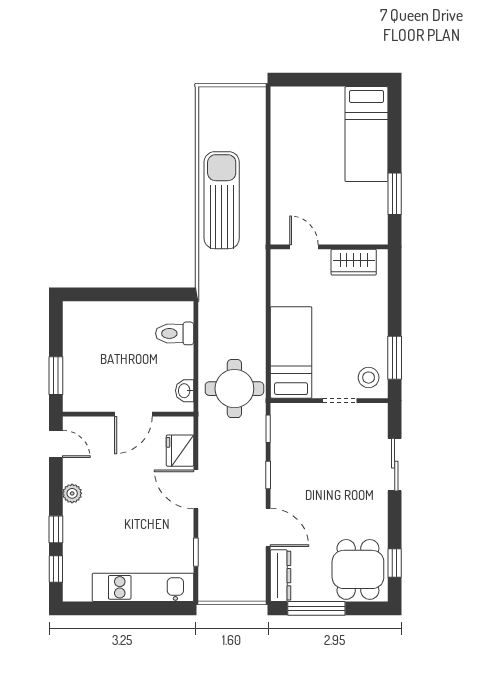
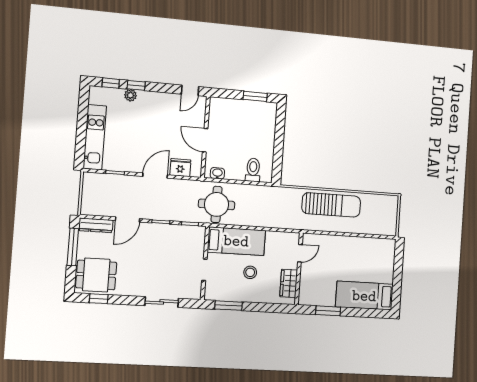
window: (56, 376) -> (255, 96), moved
stool: (369, 378) -> (250, 272), moved
plant: (72, 493) -> (130, 95), moved

